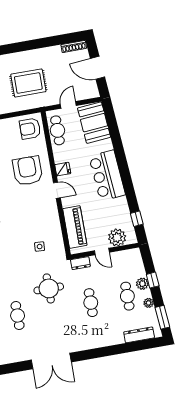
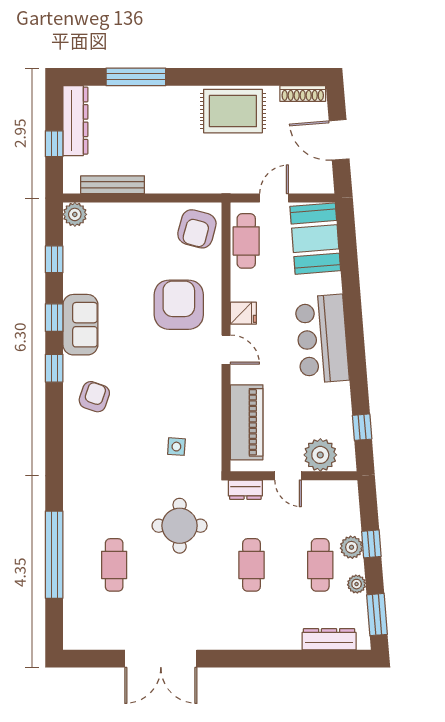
rug: (28, 83) -> (233, 111), moved
armchair: (30, 129) -> (197, 229), turned -75

